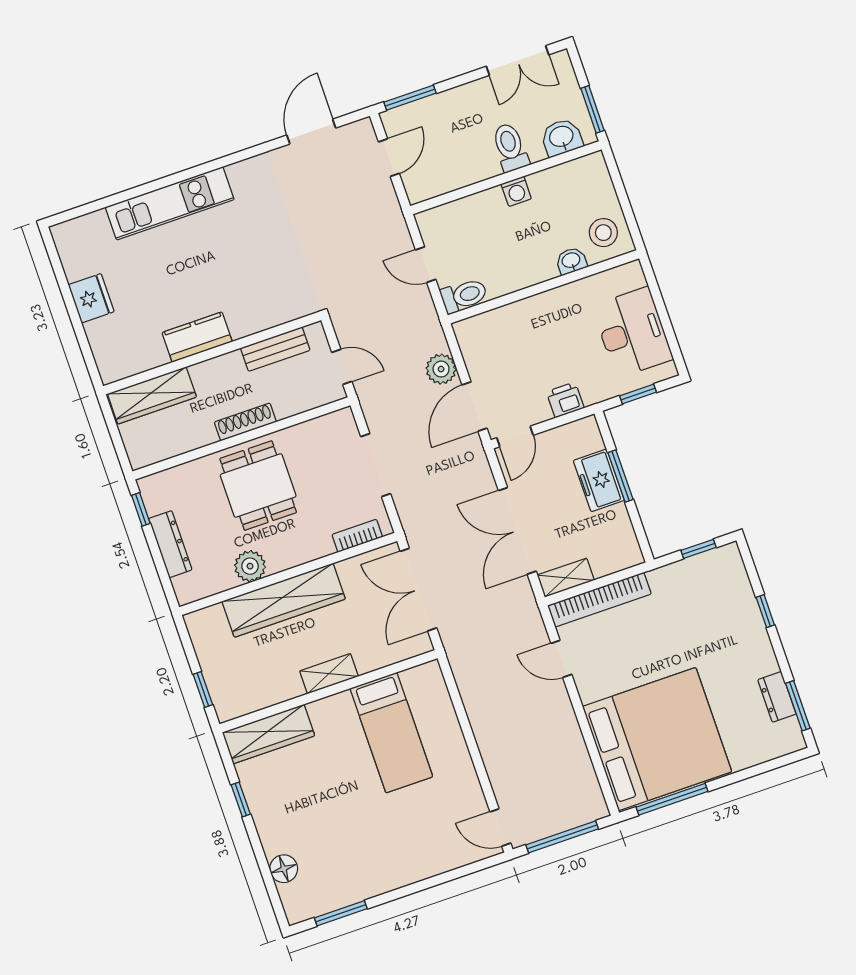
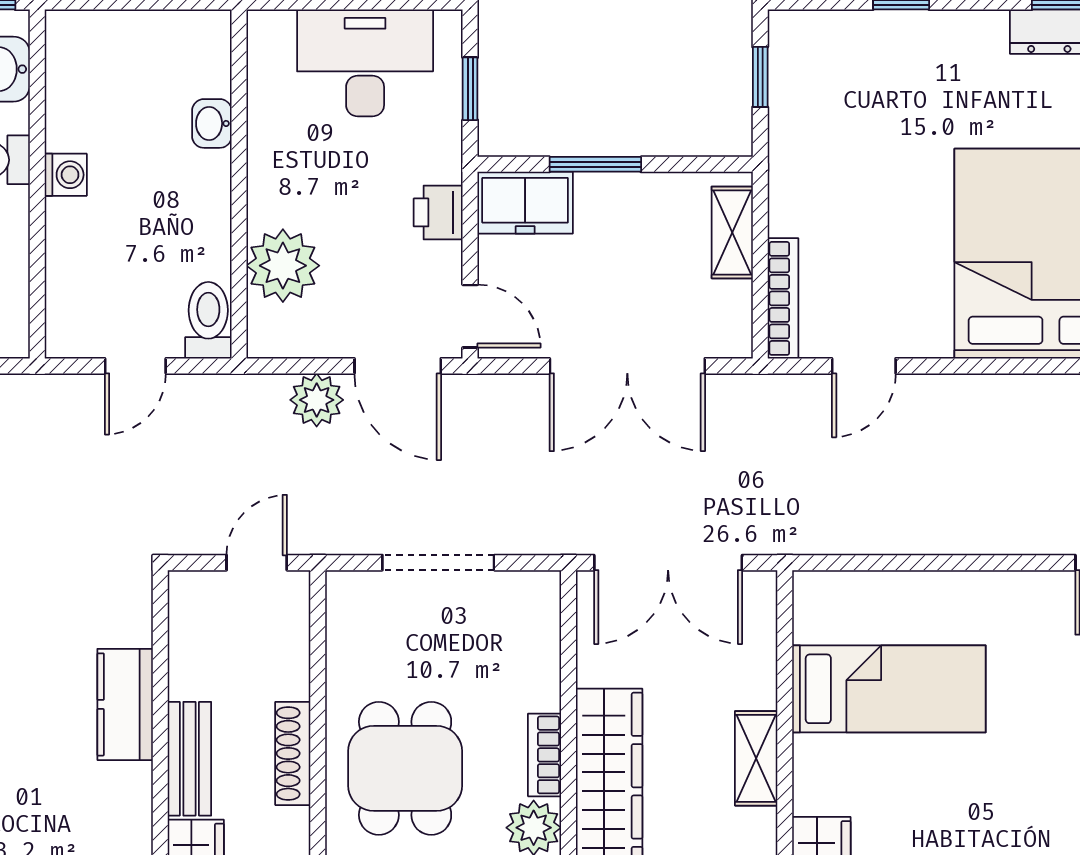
stool: (603, 233) -> (184, 54), removed
plant: (507, 326) -> (283, 266), added
kitchen counter: (197, 337) -> (125, 704), moved
bench: (275, 349) -> (189, 759), moved
freezer: (599, 480) -> (525, 203), moved
dining table: (258, 486) -> (405, 768), turned 90
bookcase: (357, 536) -> (544, 755), moved
shelving: (566, 578) -> (732, 232), moved
bookcase: (599, 600) -> (783, 298), width x0.68, depth x0.76

